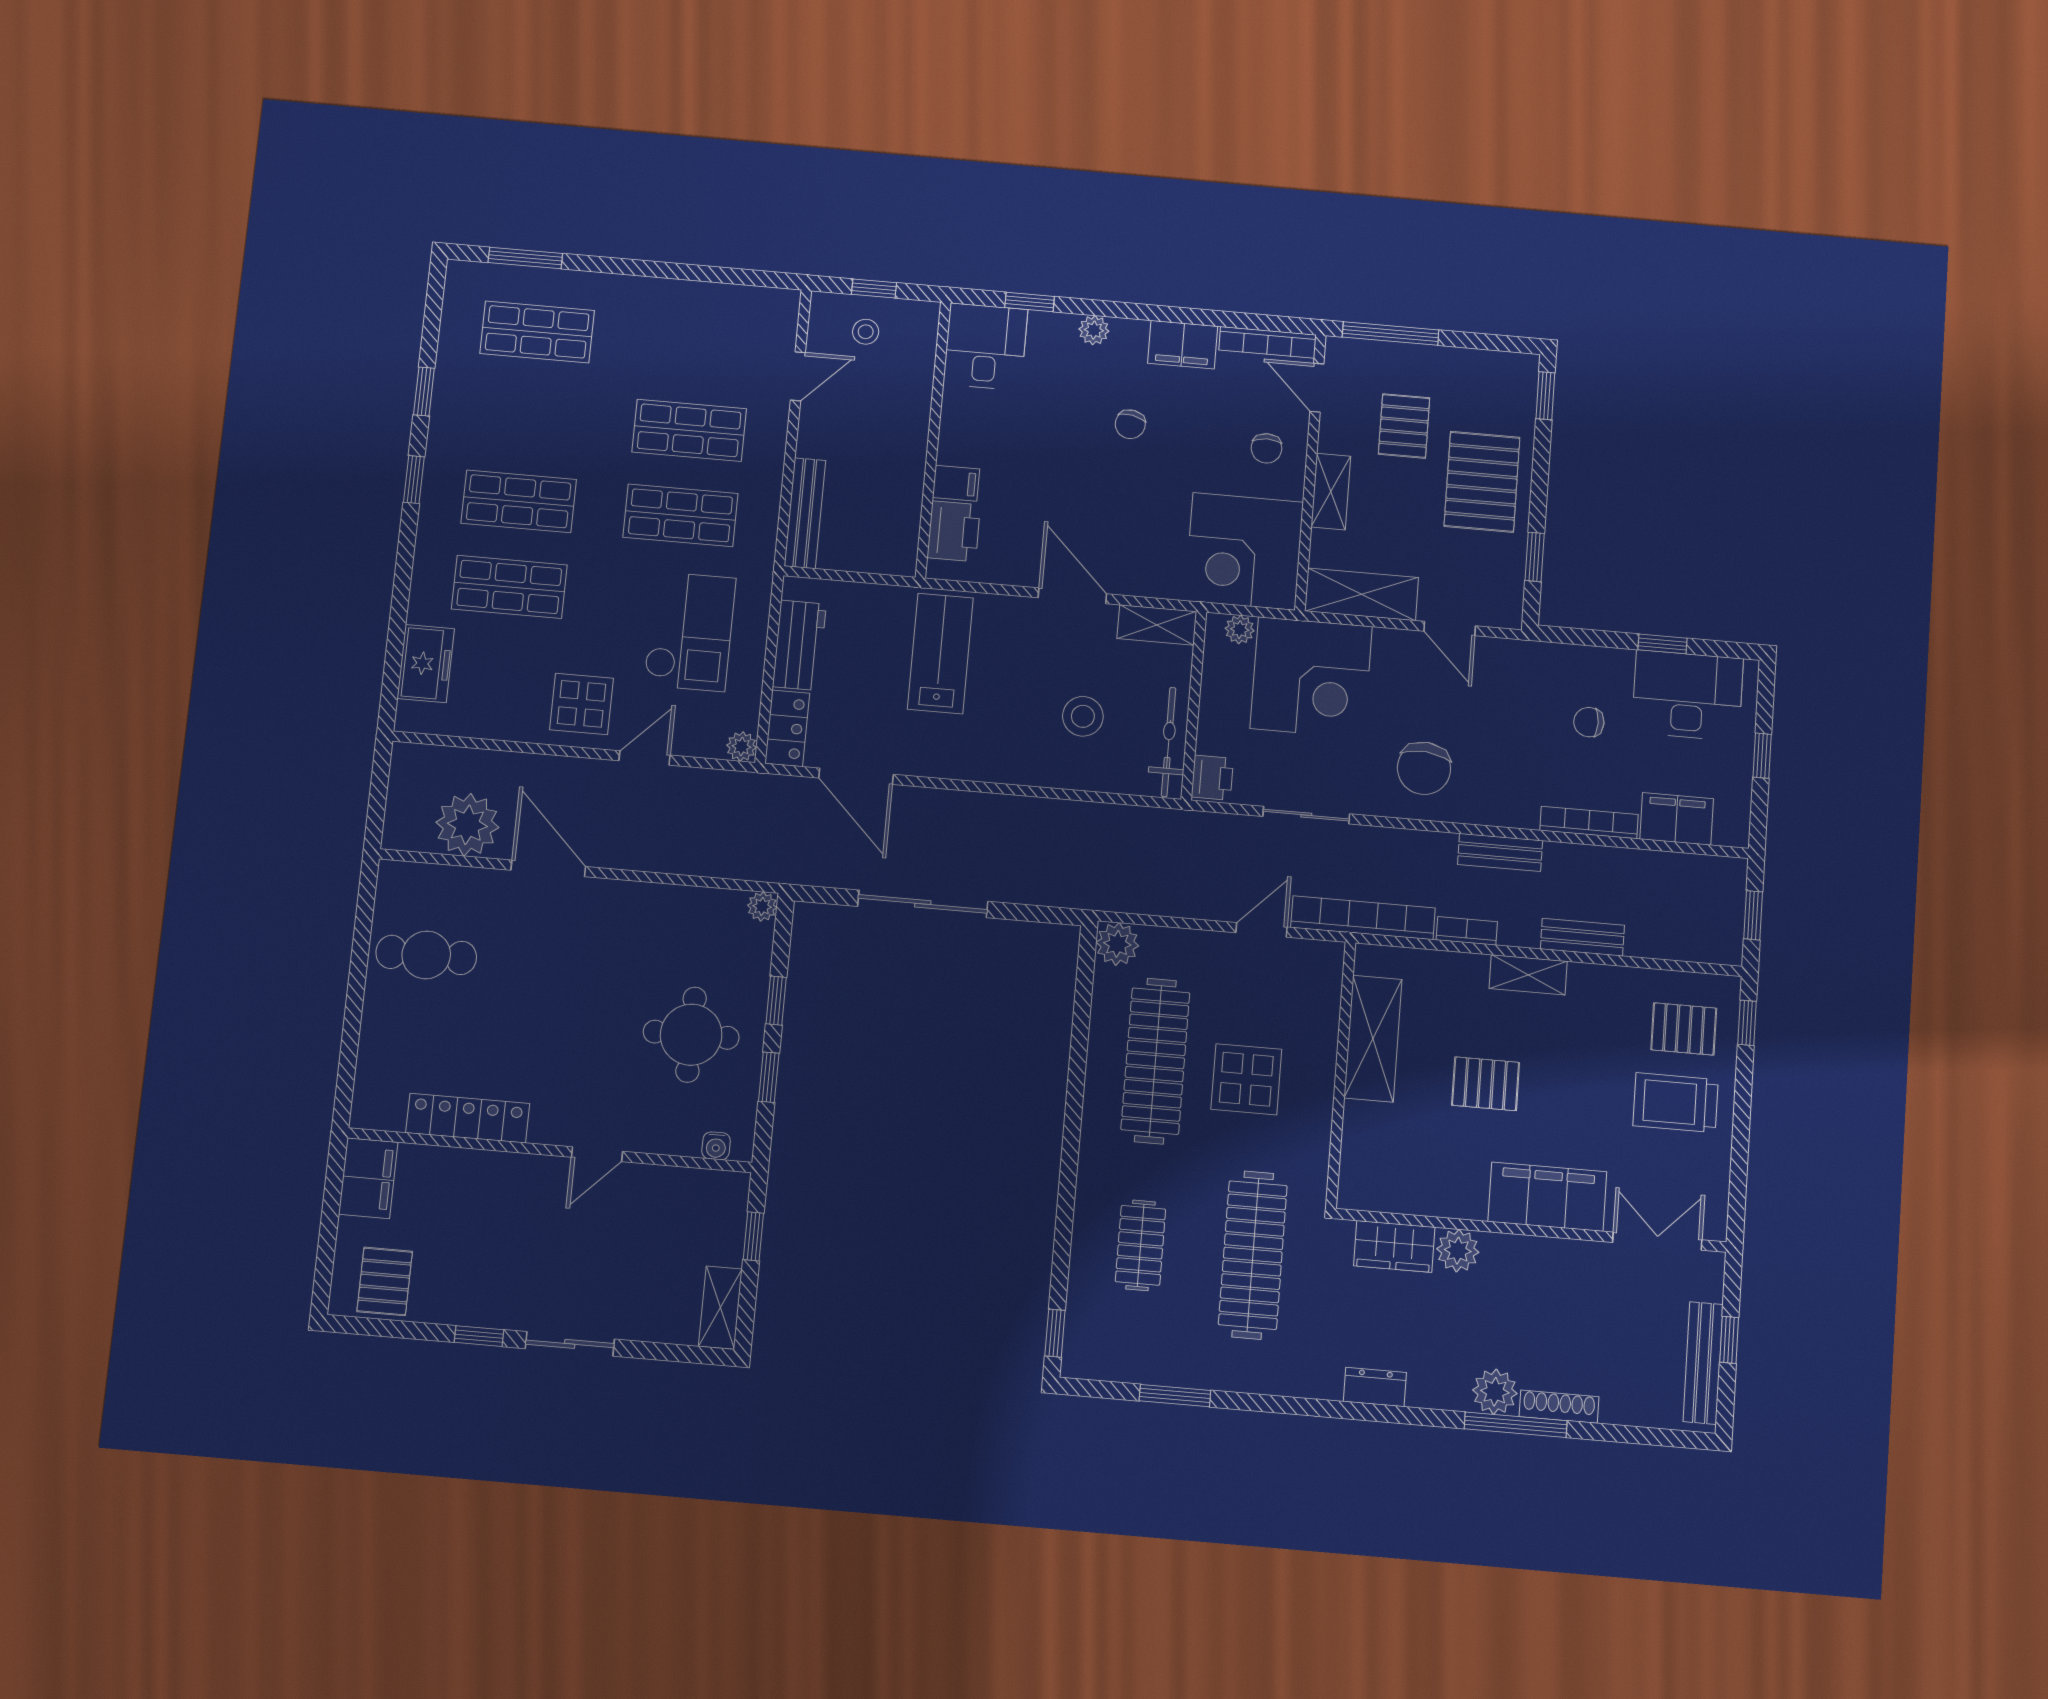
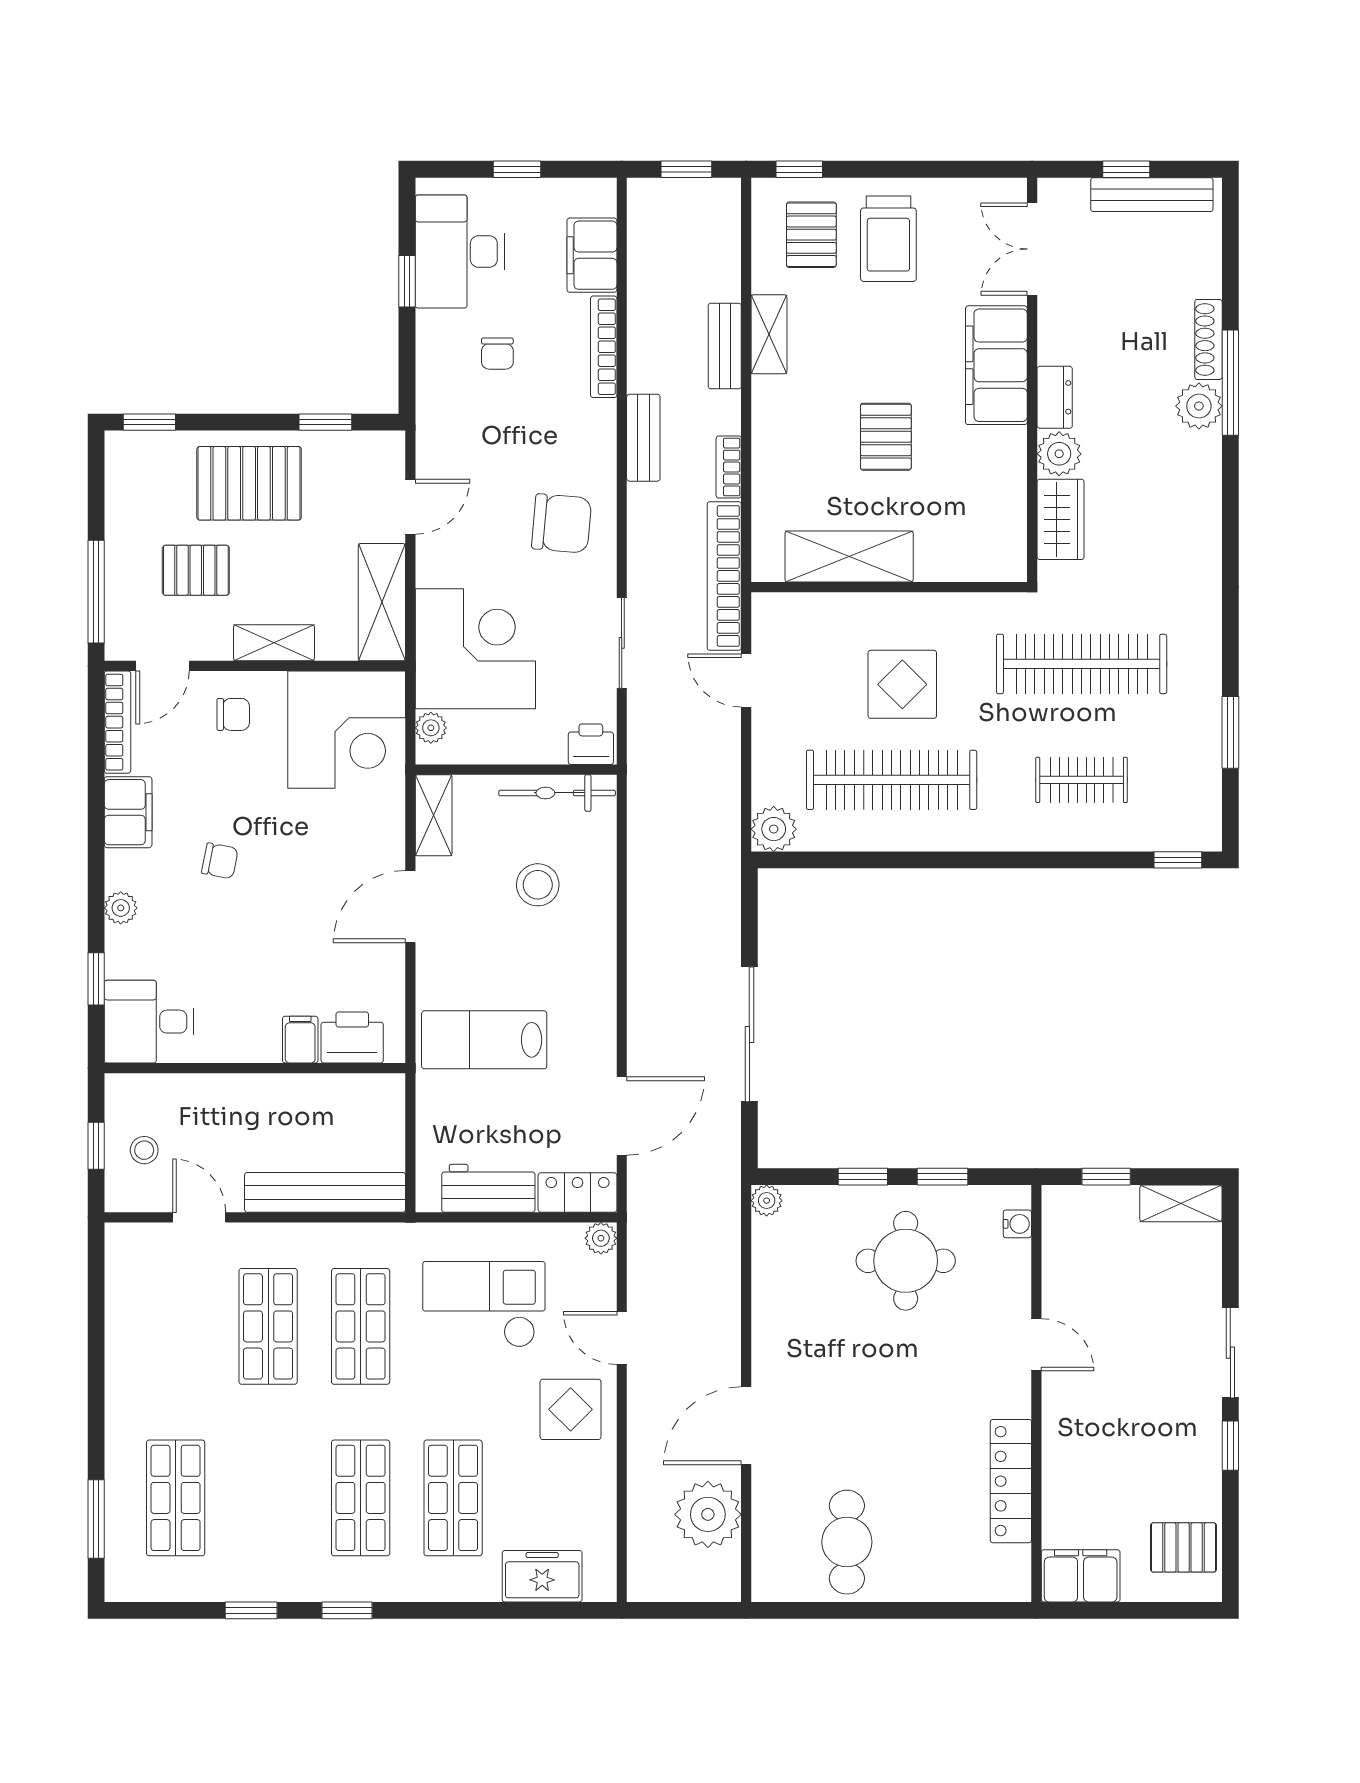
bench: (805, 513) -> (325, 1192), width x1.37, depth x1.21
shelving: (1528, 975) -> (769, 334), moved
dresser: (1375, 1387) -> (1055, 397), moved, turned 180

